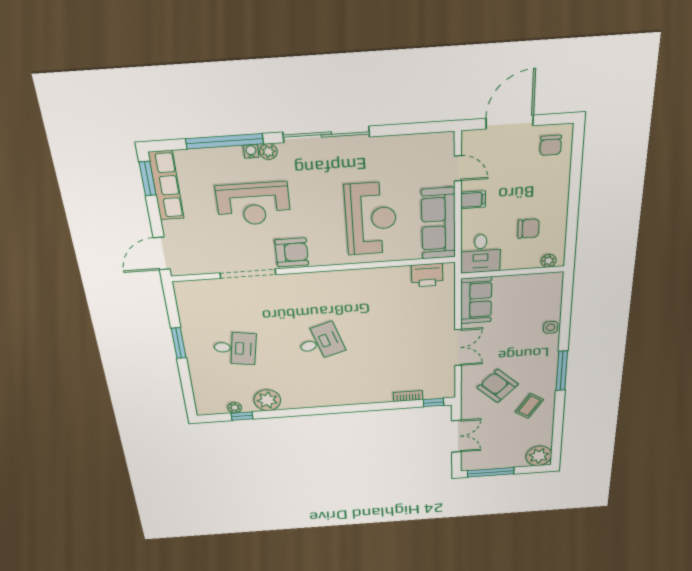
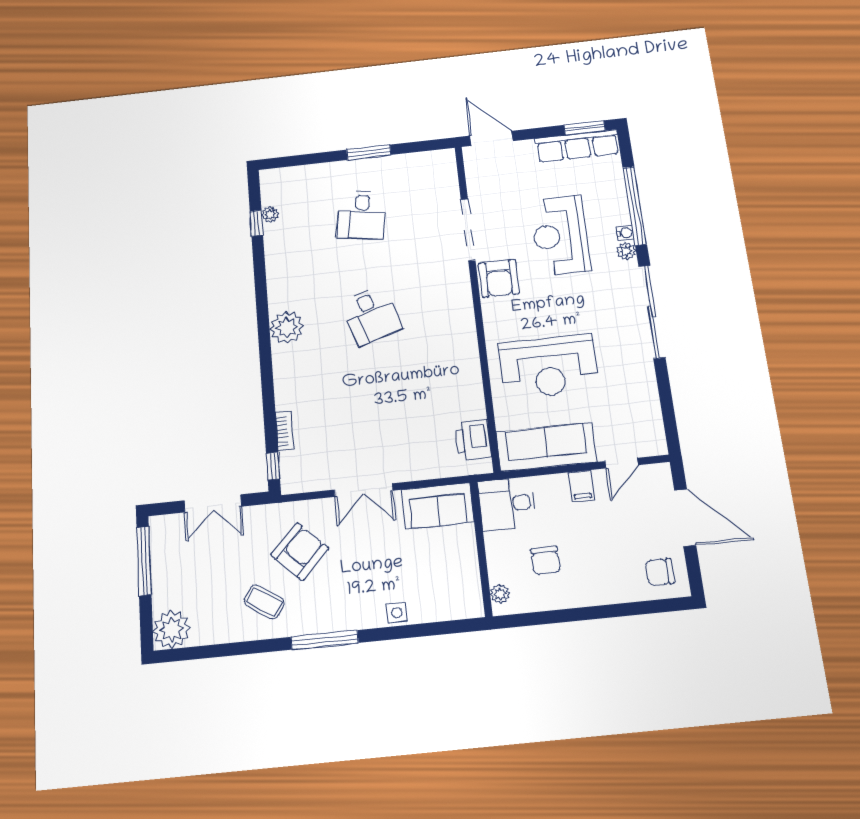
plant: (267, 400) -> (287, 327), moved

